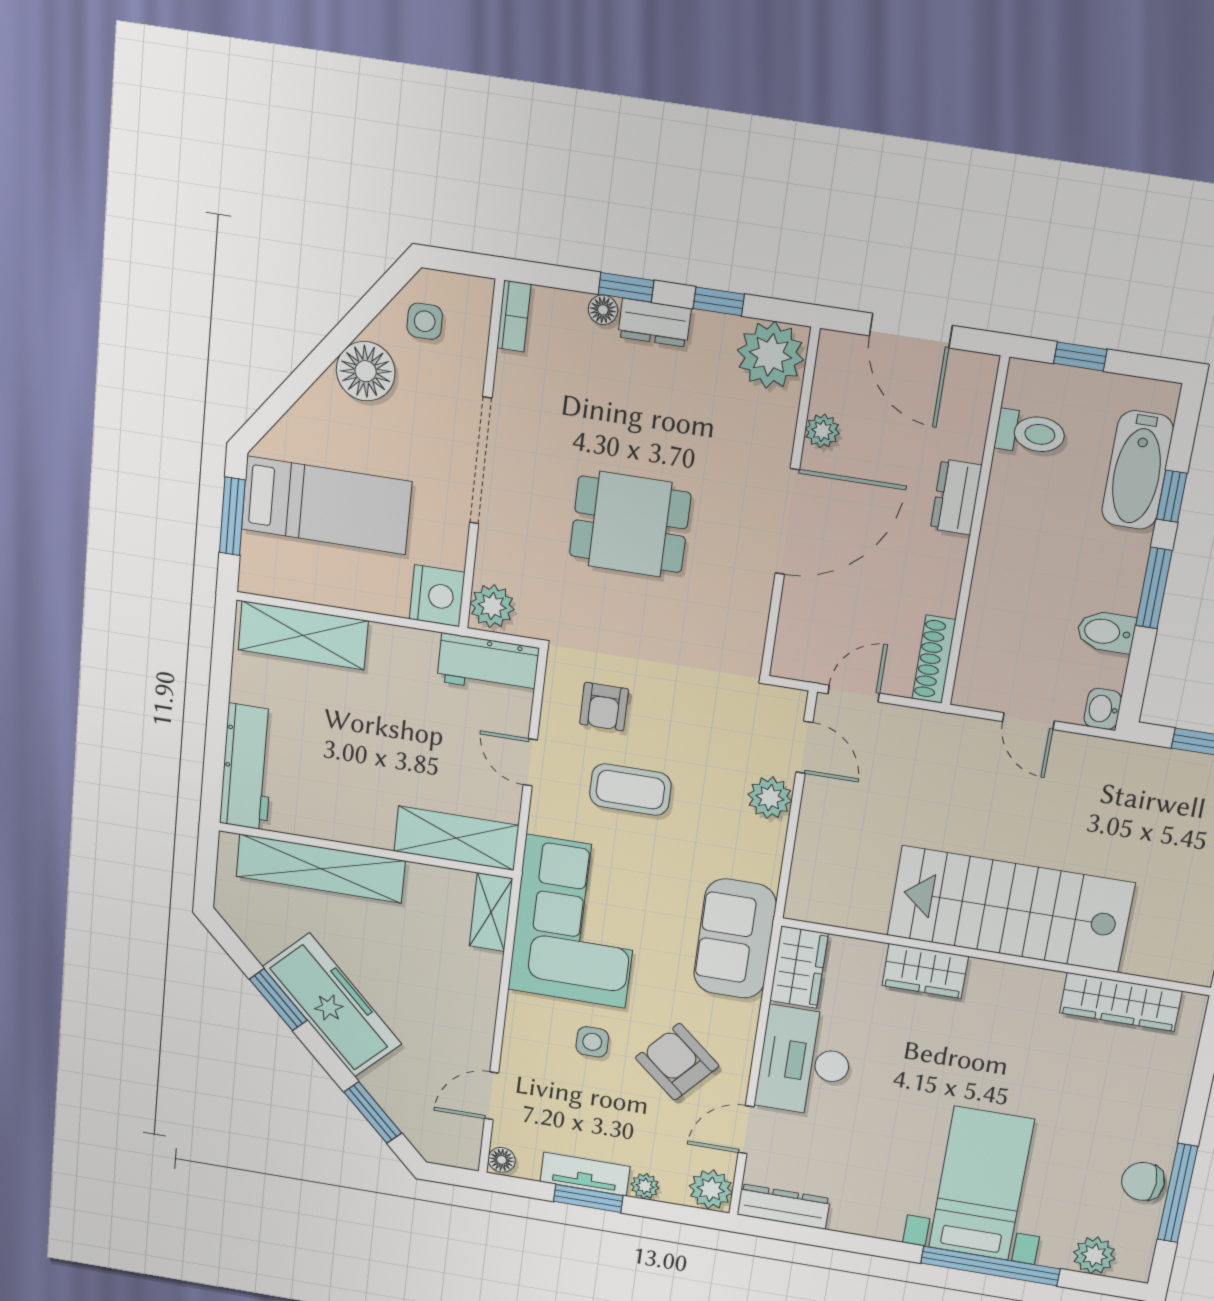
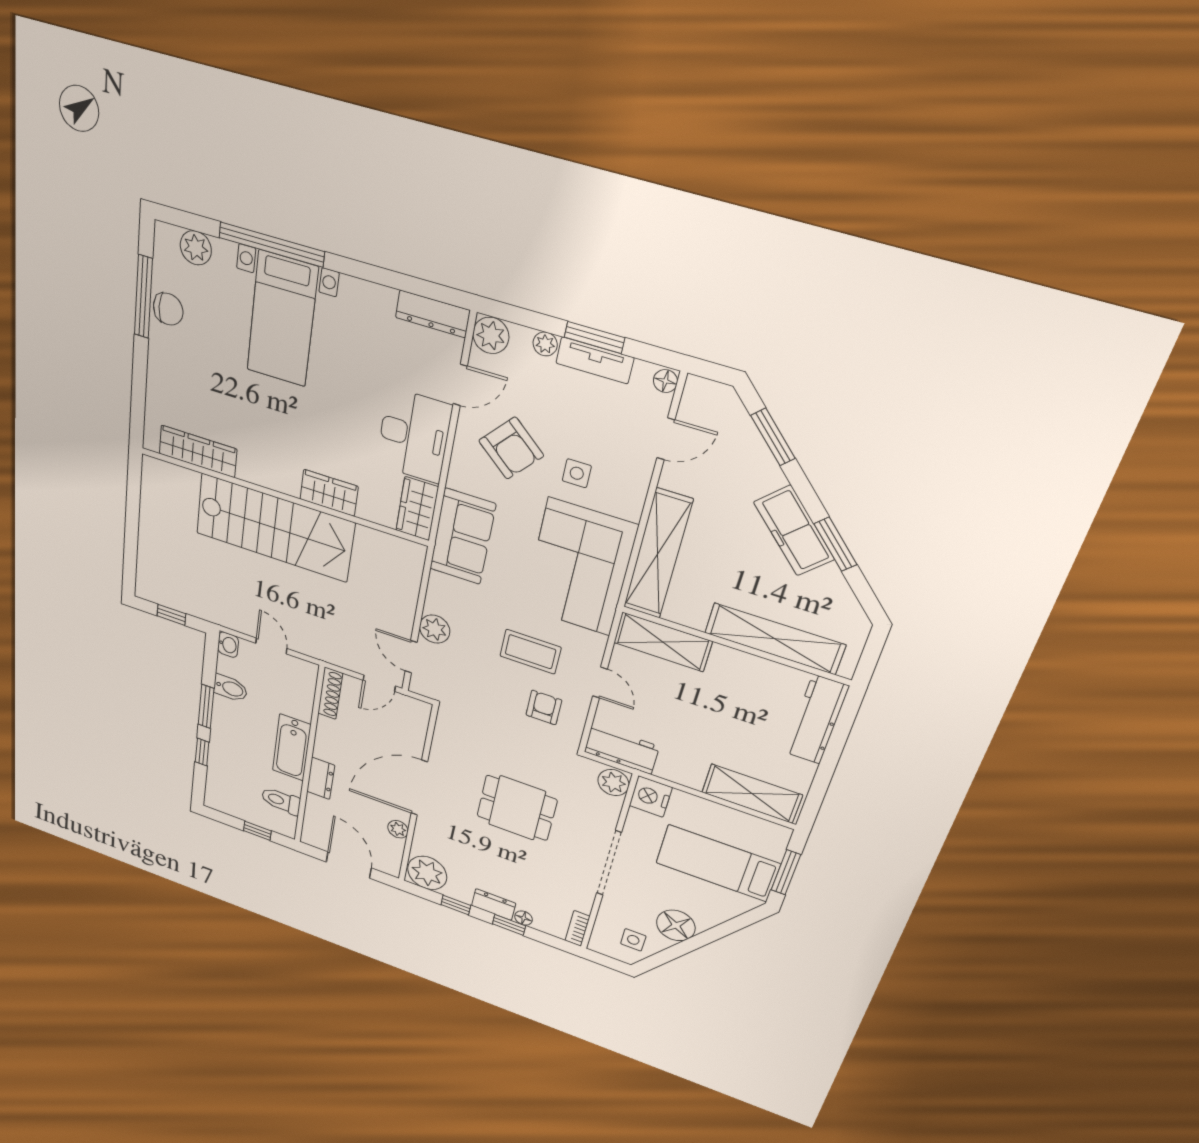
bathtub: (1137, 470) -> (292, 748), moved, turned 180
shelving: (491, 912) -> (658, 554), width x2.20, depth x1.33
freezer: (332, 1005) -> (794, 531), width x0.73, depth x0.79

